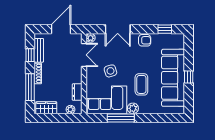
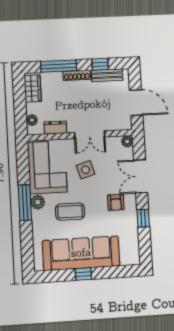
window: (165, 29) -> (143, 218), moved
armchair: (145, 40) -> (116, 202), moved
double door: (84, 55) -> (90, 135), moved
window: (121, 118) -> (25, 203), moved

